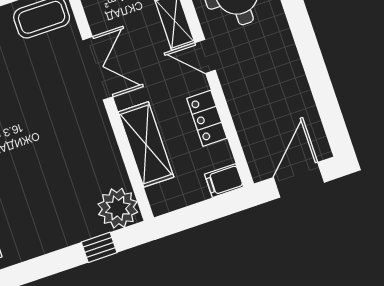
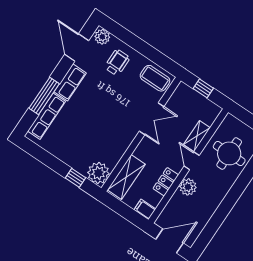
plant: (240, 91) -> (188, 187), added
shelving: (146, 144) -> (126, 177), moved

